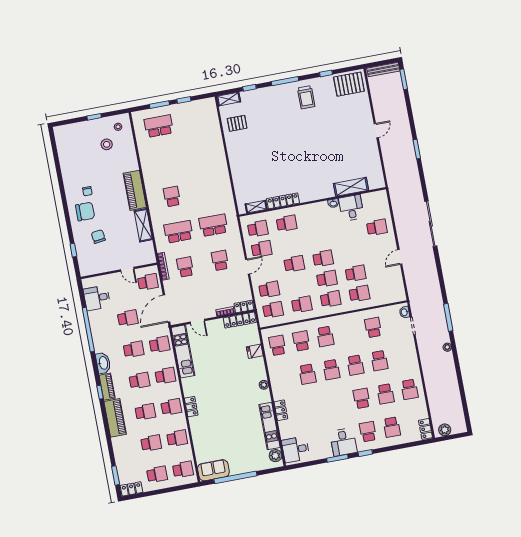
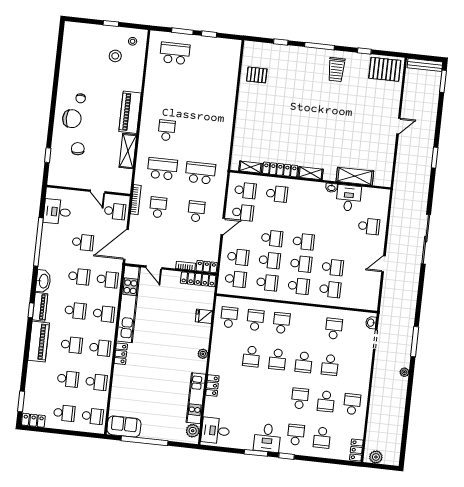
shelving: (229, 99) -> (311, 173), moved
school desk: (298, 284) -> (270, 260), added
school desk: (325, 336) -> (281, 323), turned 180
kitchen unit: (183, 351) -> (128, 304), width x1.36
school desk: (410, 389) -> (352, 404), turned 180

